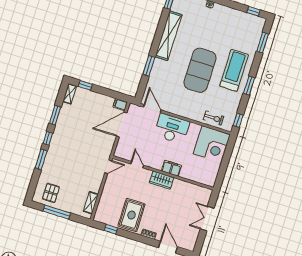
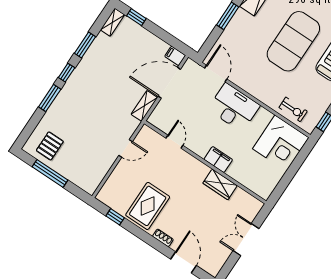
door: (108, 167) -> (126, 148), moved
wardrobe: (162, 180) -> (220, 184), moved
shelving: (91, 203) -> (144, 106), moved

